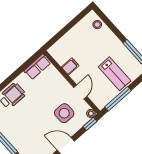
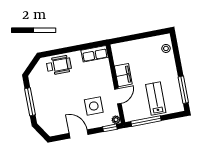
filing cabinet: (70, 66) -> (123, 75), width x2.00
lab bench: (115, 74) -> (156, 98), turned 180

